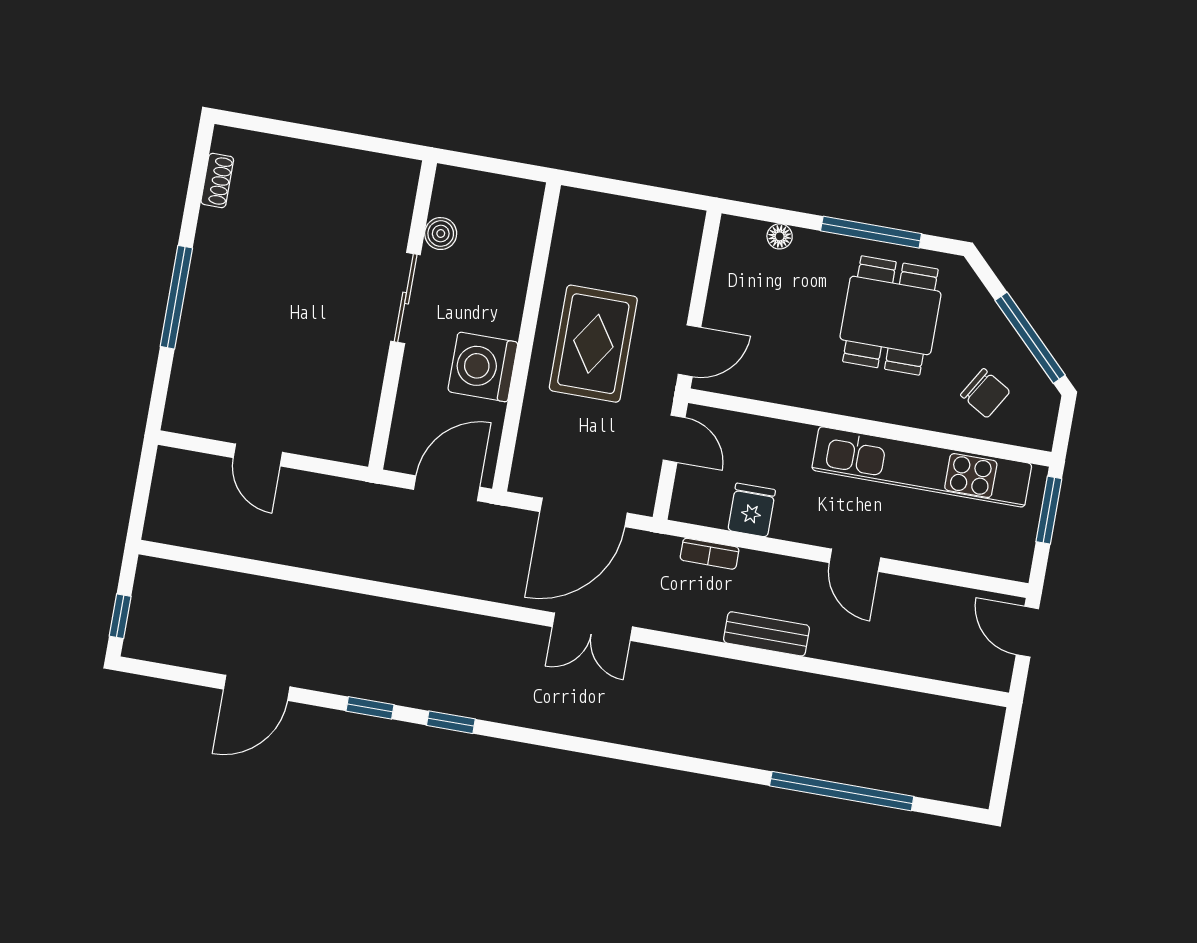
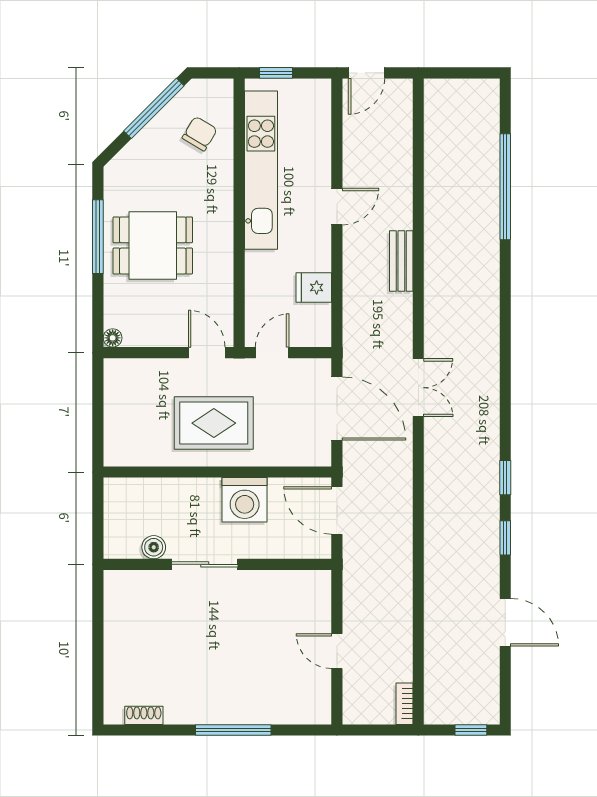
floor lamp: (780, 236) -> (113, 338), moved
dining table: (890, 315) -> (153, 245), moved
door: (258, 455) -> (337, 651), swing flipped
window: (1049, 510) -> (276, 73), width x0.67
bookcase: (710, 554) -> (405, 704), moved, turned 180

